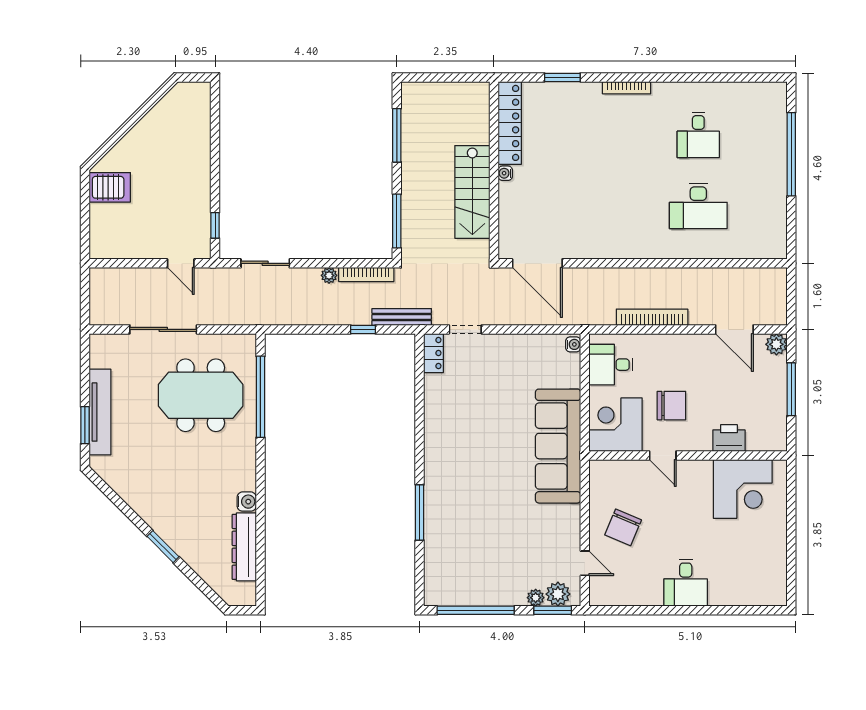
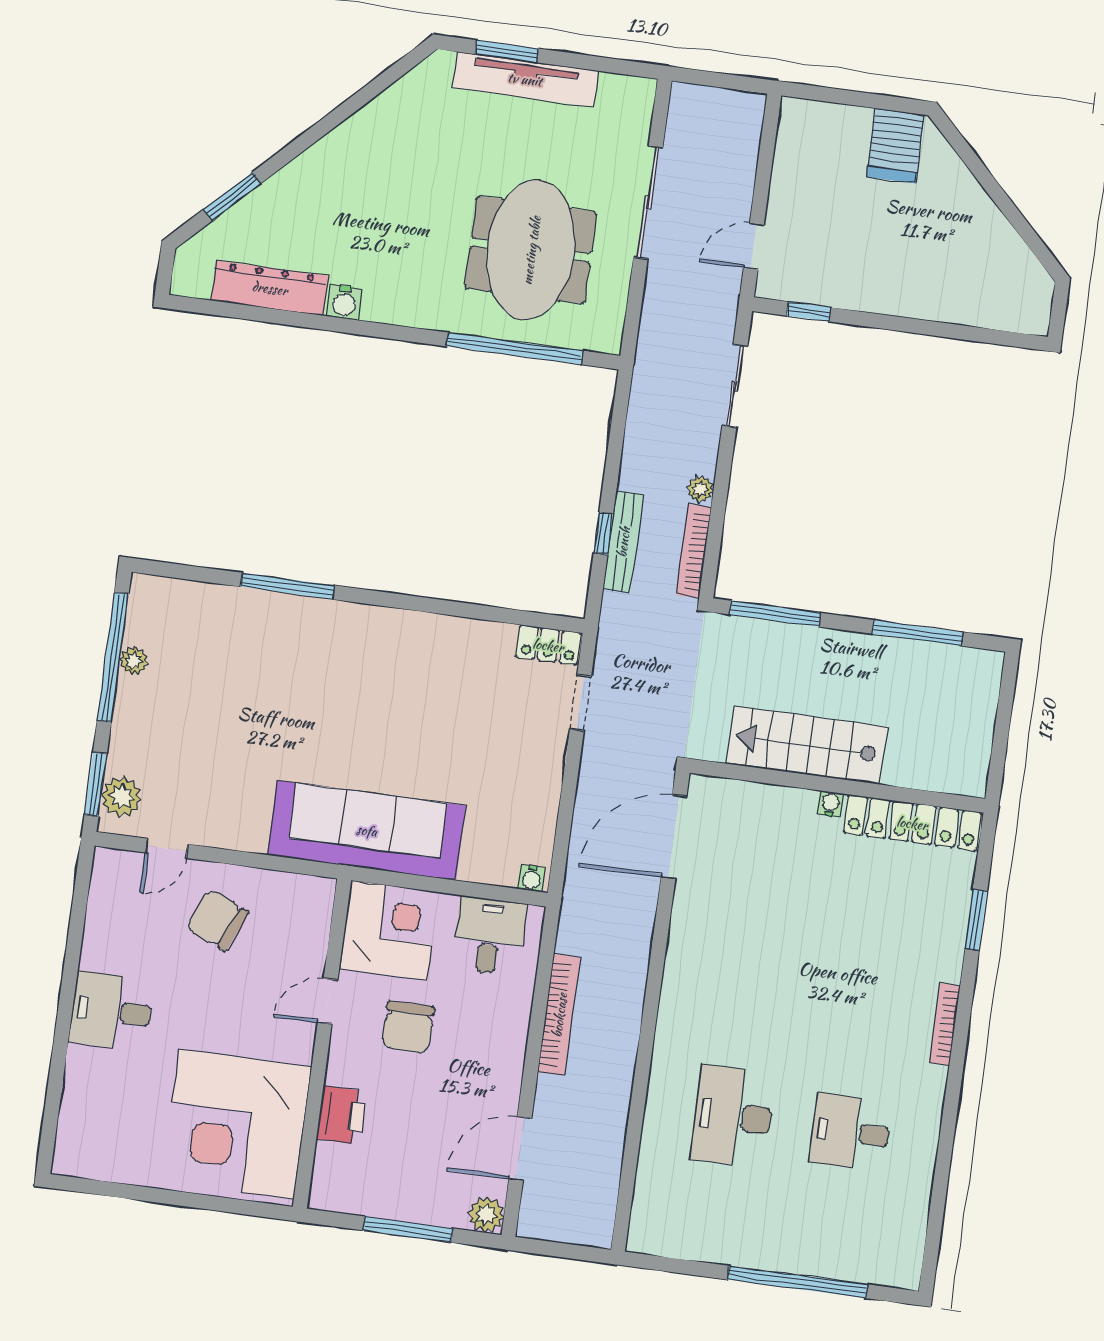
bench: (402, 317) -> (623, 542), moved
corner desk: (743, 489) -> (237, 1124), width x1.36, depth x1.36
window: (163, 547) -> (232, 197), moved
plant: (536, 598) -> (134, 661), moved

